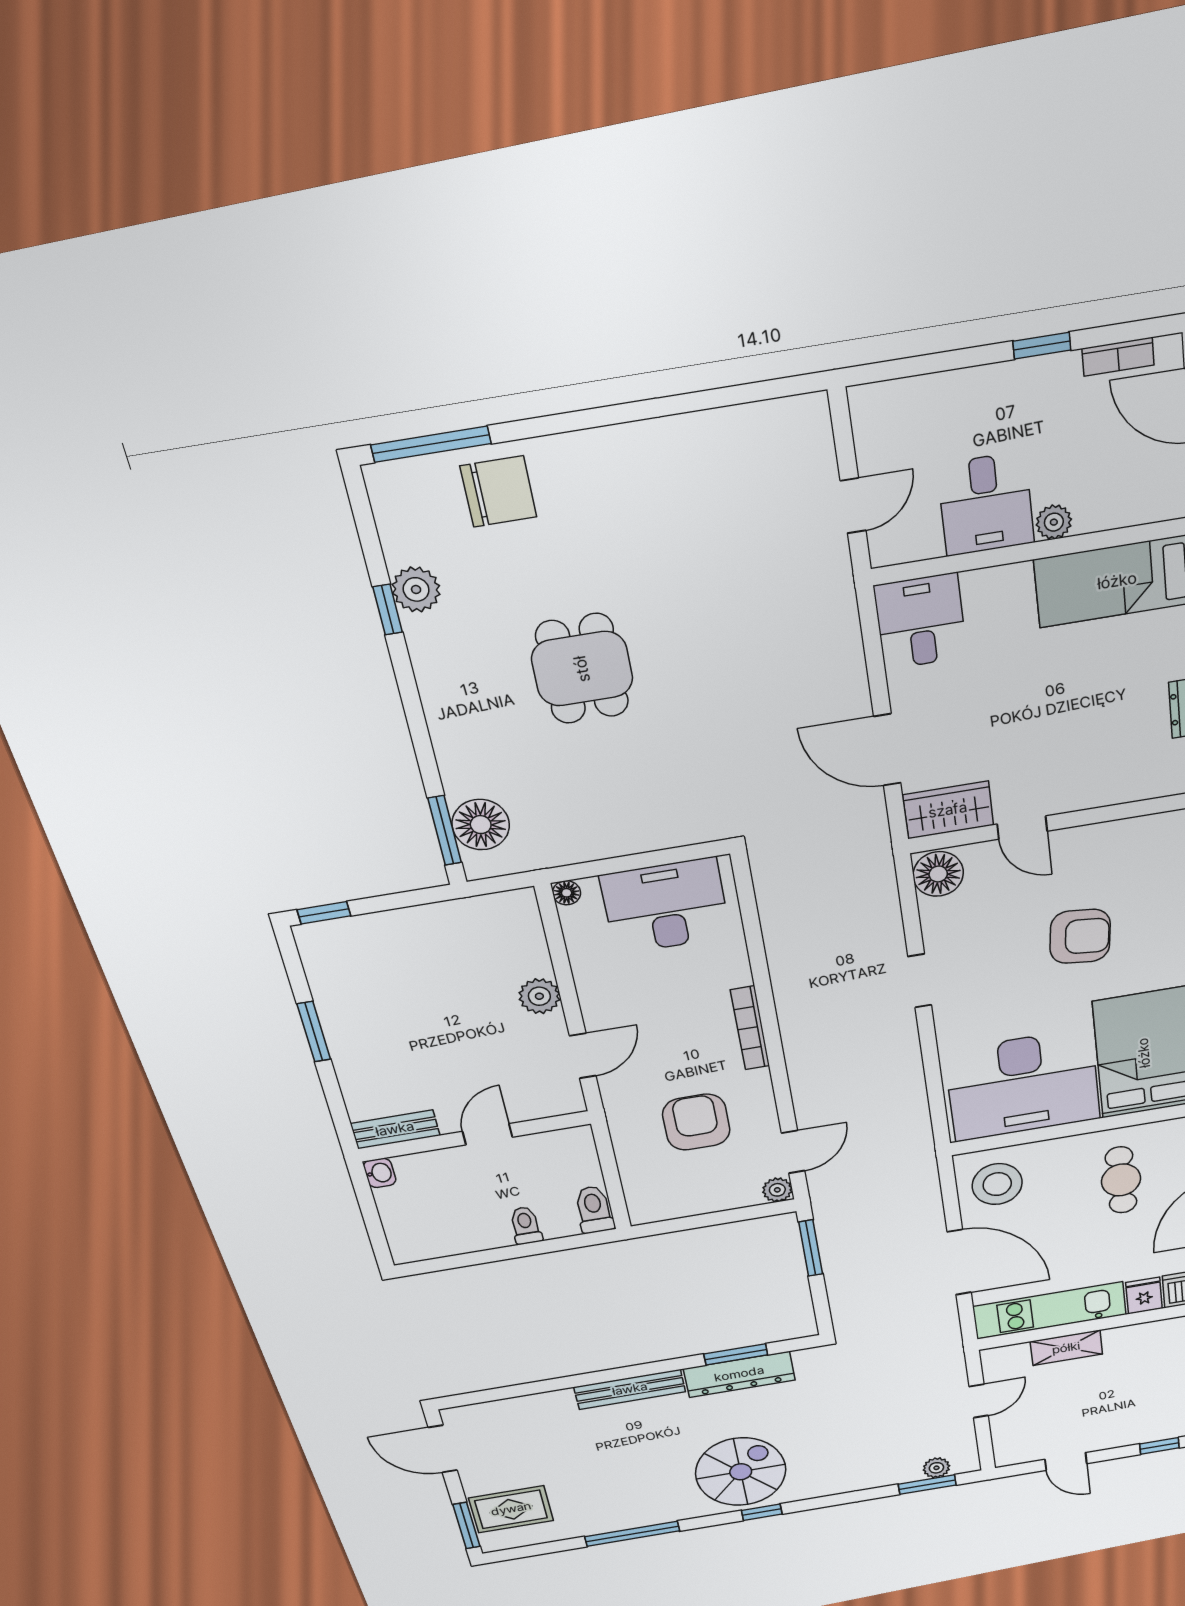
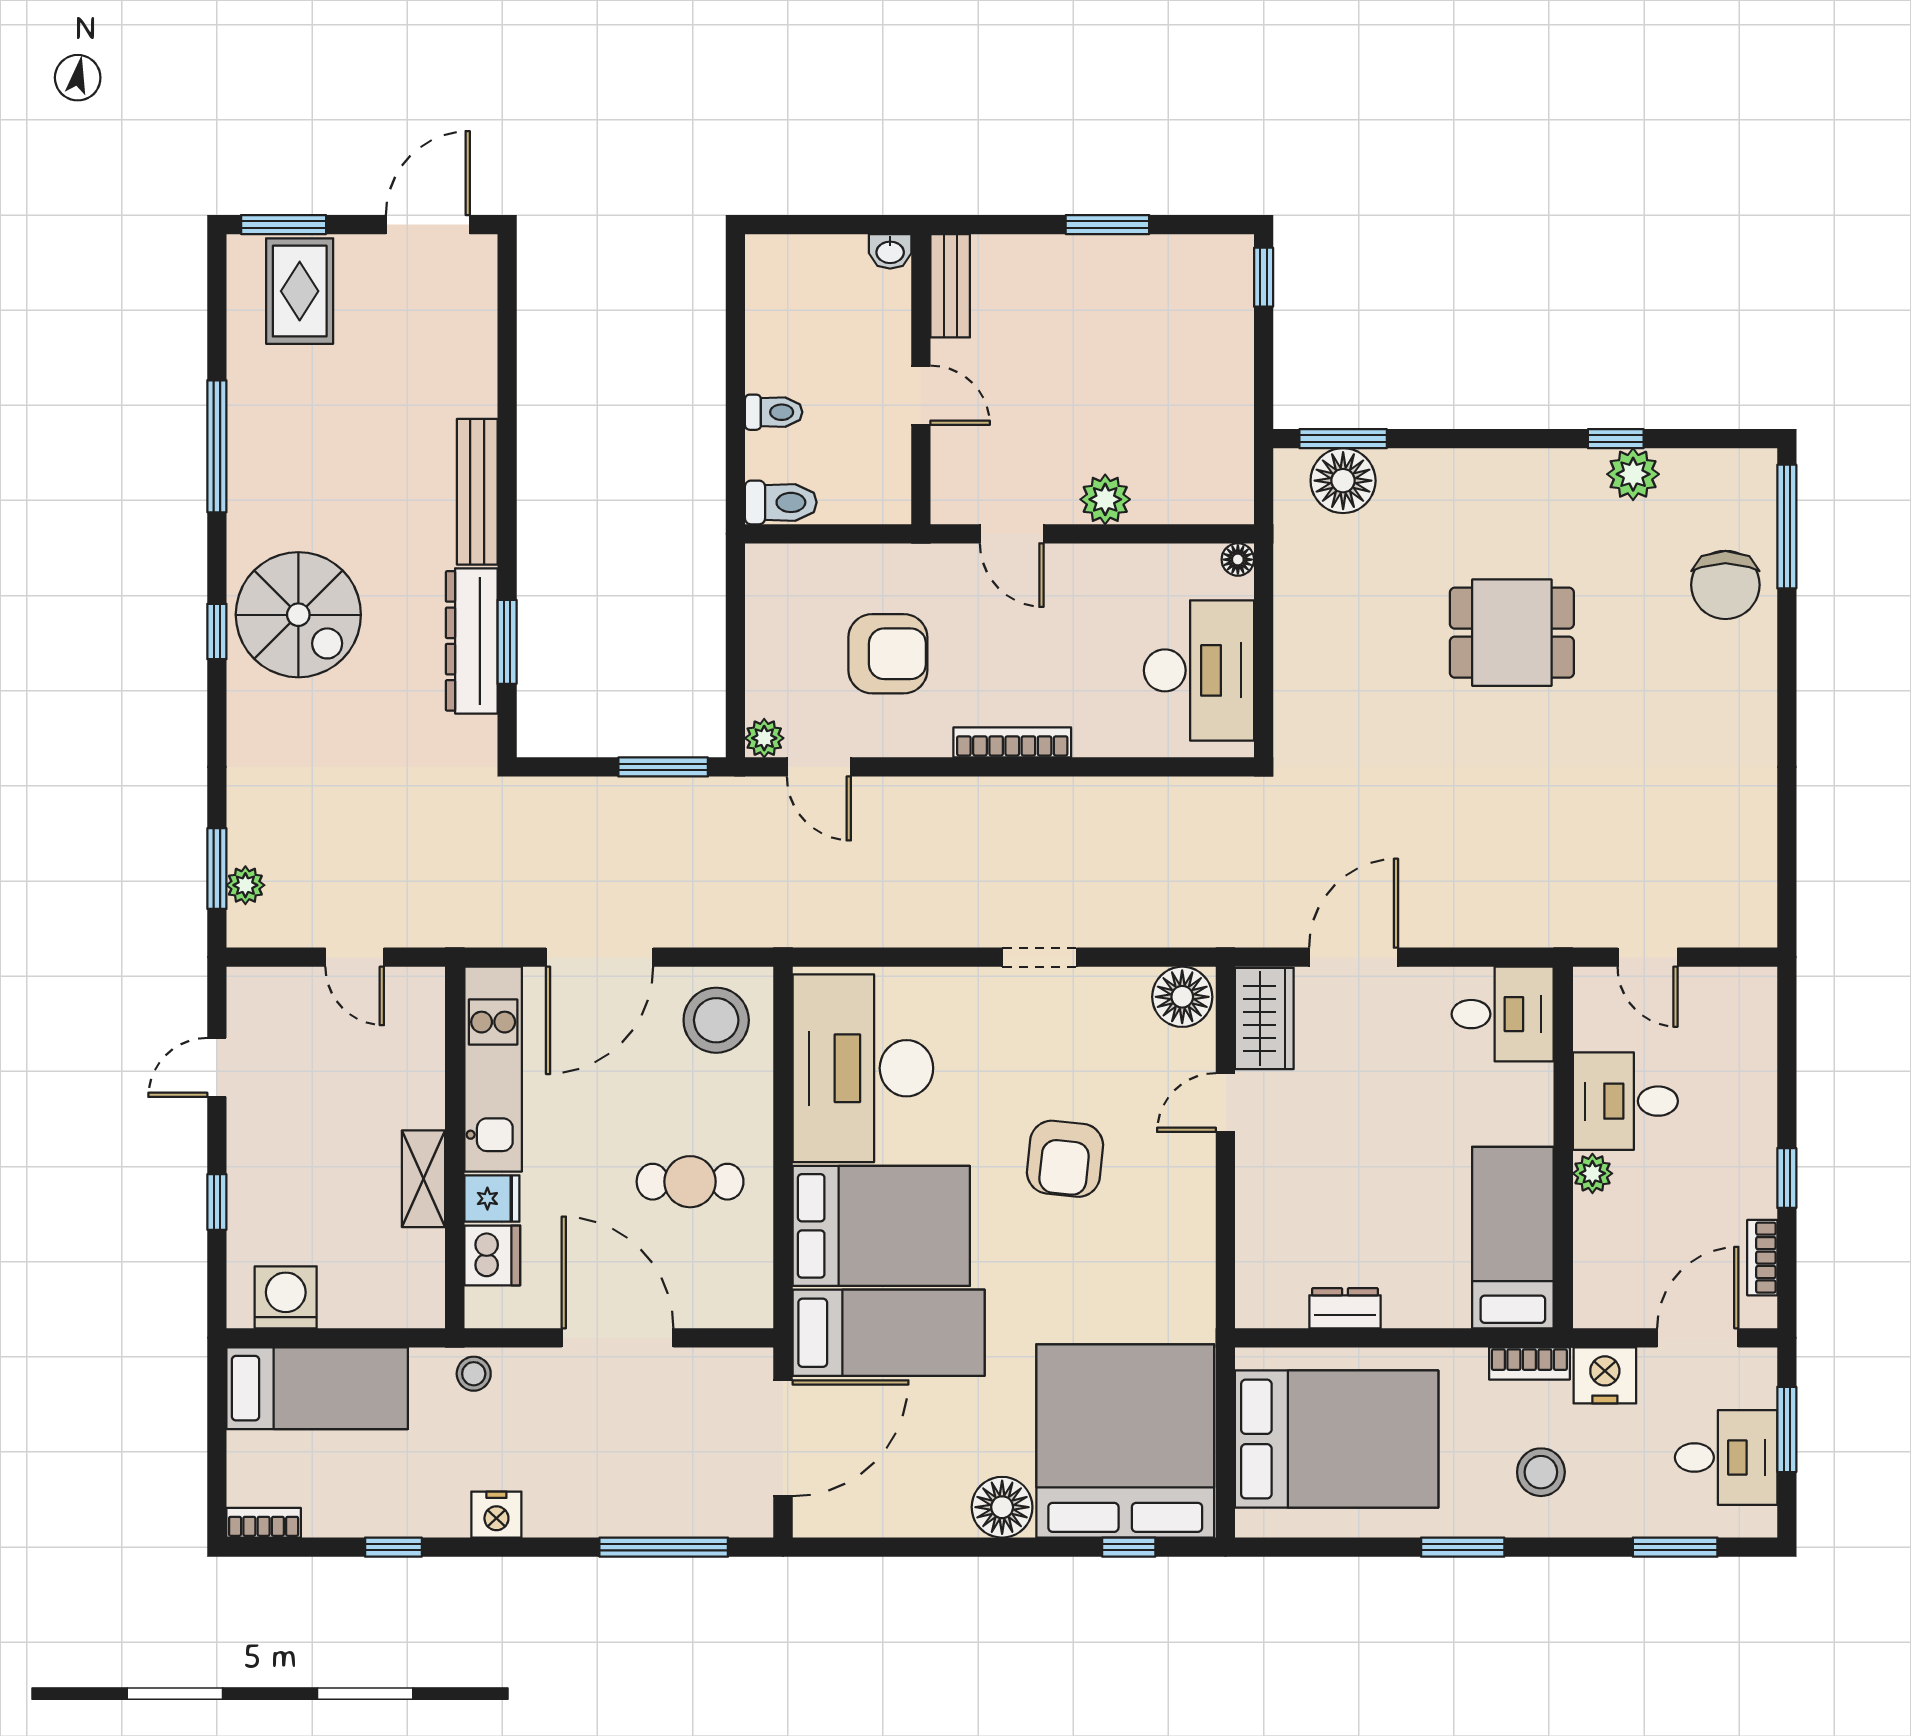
shelving: (1066, 1348) -> (423, 1179), moved

